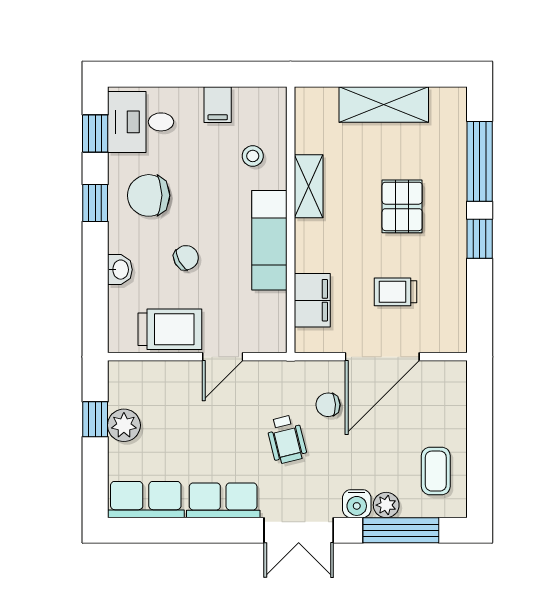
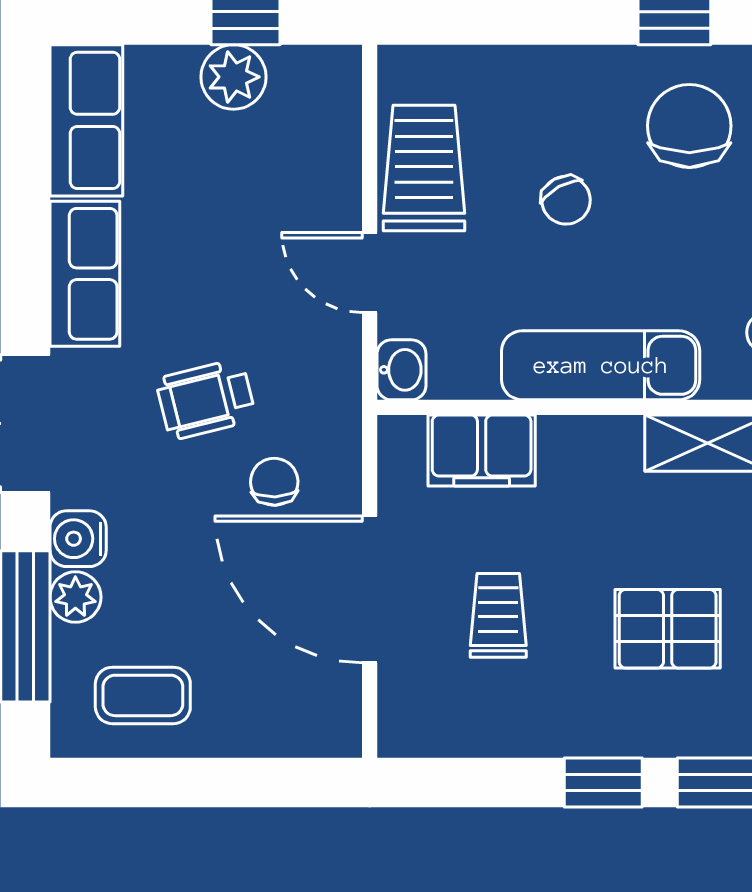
washbasin: (120, 270) -> (401, 370), moved, turned -90
trolley: (170, 329) -> (424, 168), turned 180

